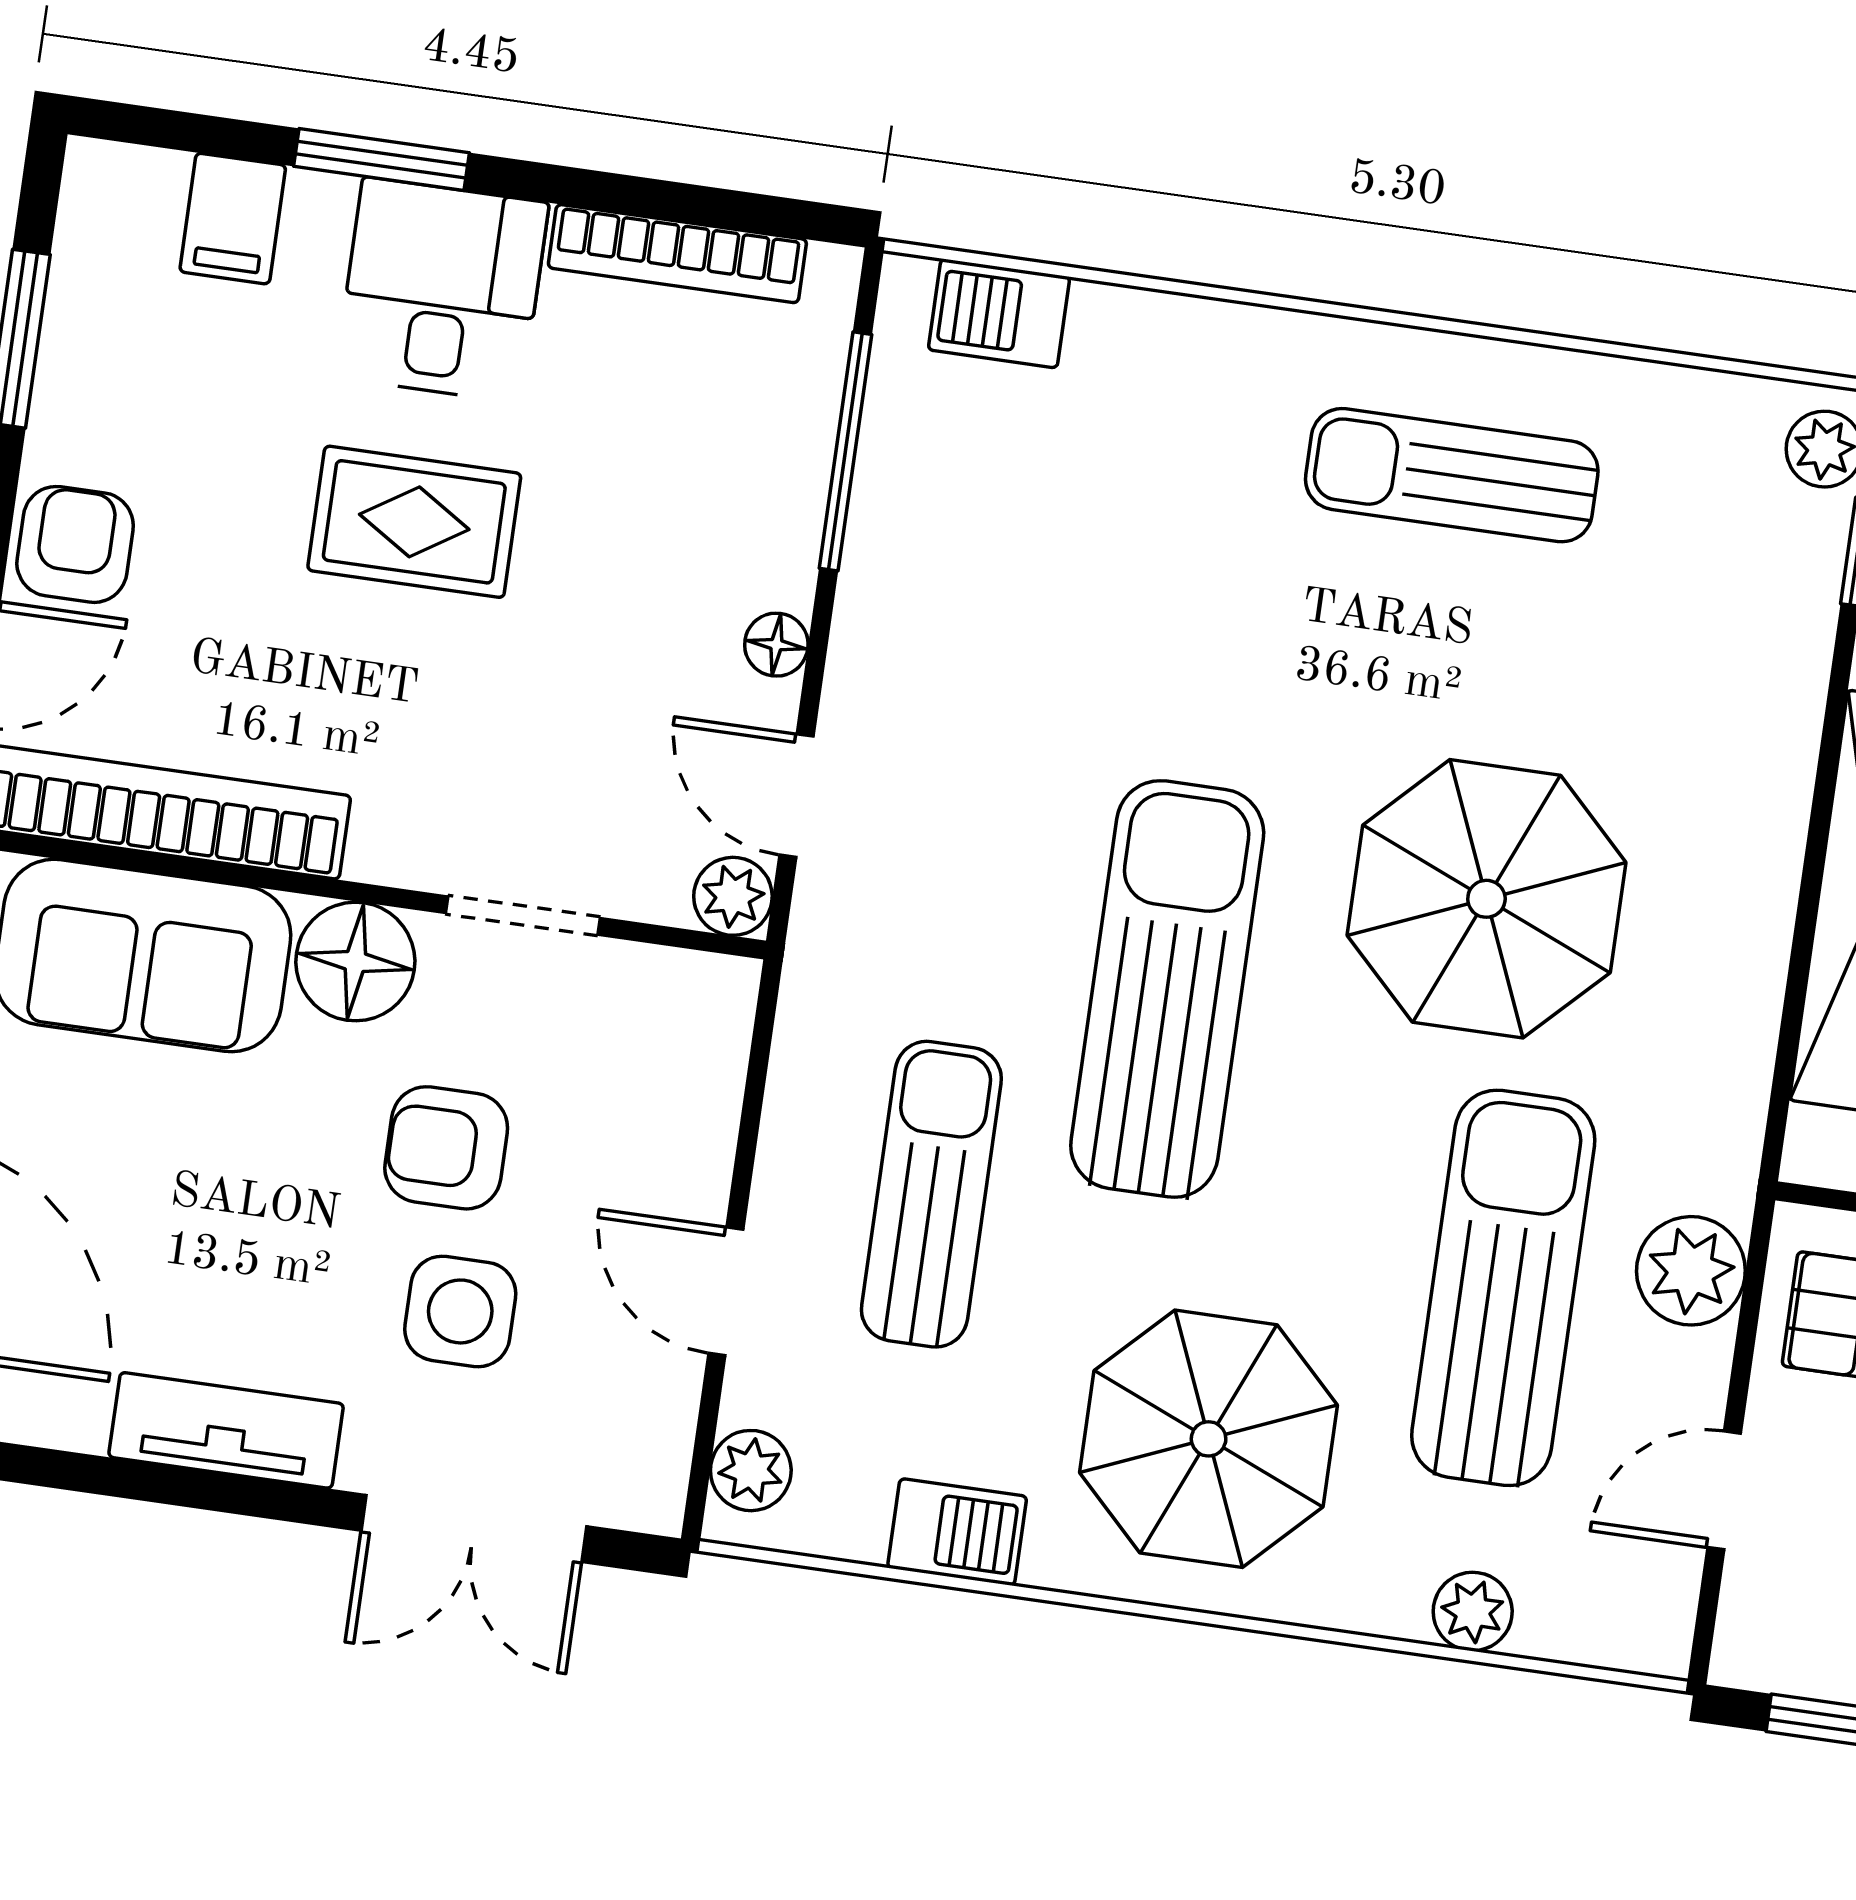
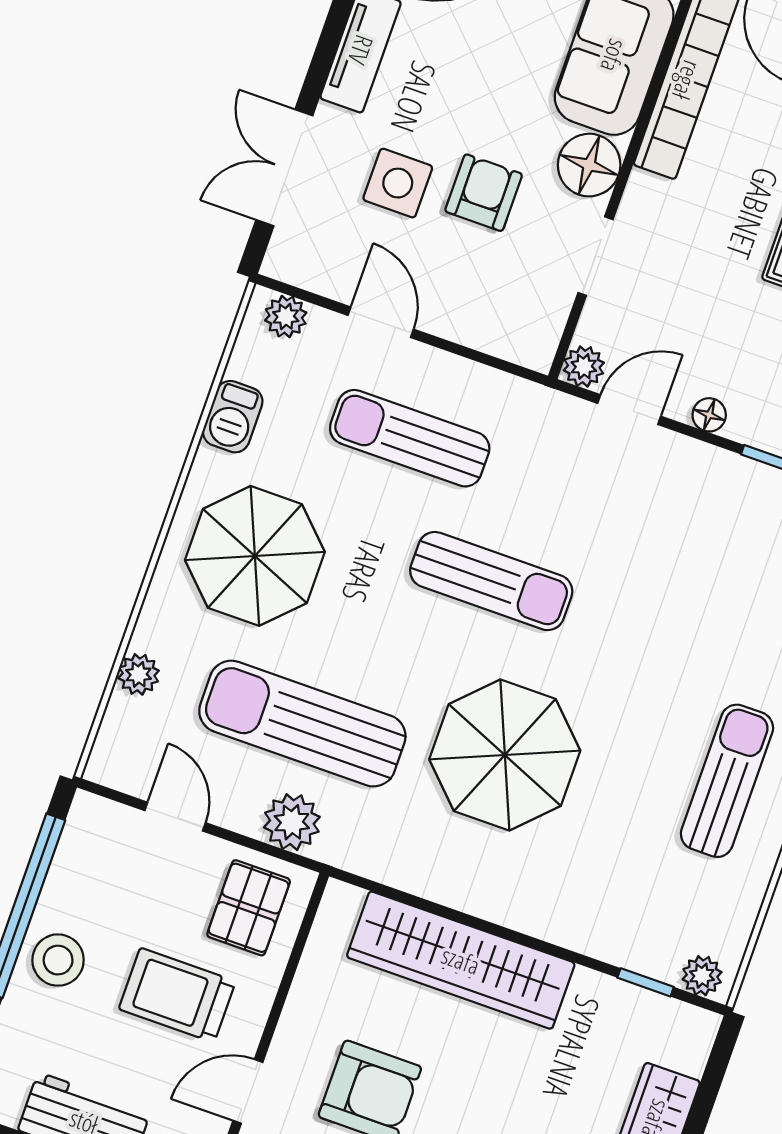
sun lounger: (1167, 989) -> (491, 581), width x0.73, depth x0.75
sun lounger: (931, 1194) -> (410, 438), turned 180
sun lounger: (1503, 1288) -> (302, 724), turned 180
door: (726, 1291) -> (381, 322), hinge flipped

